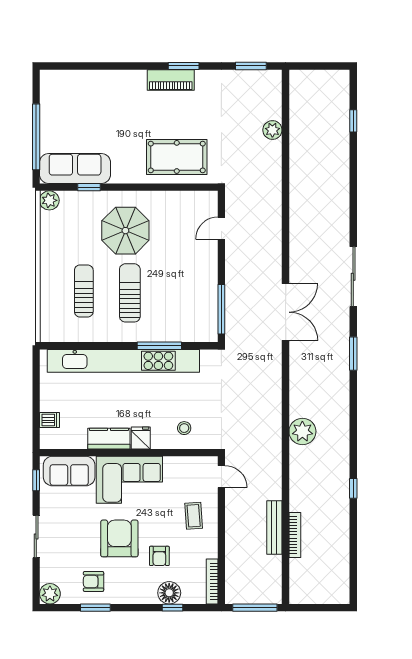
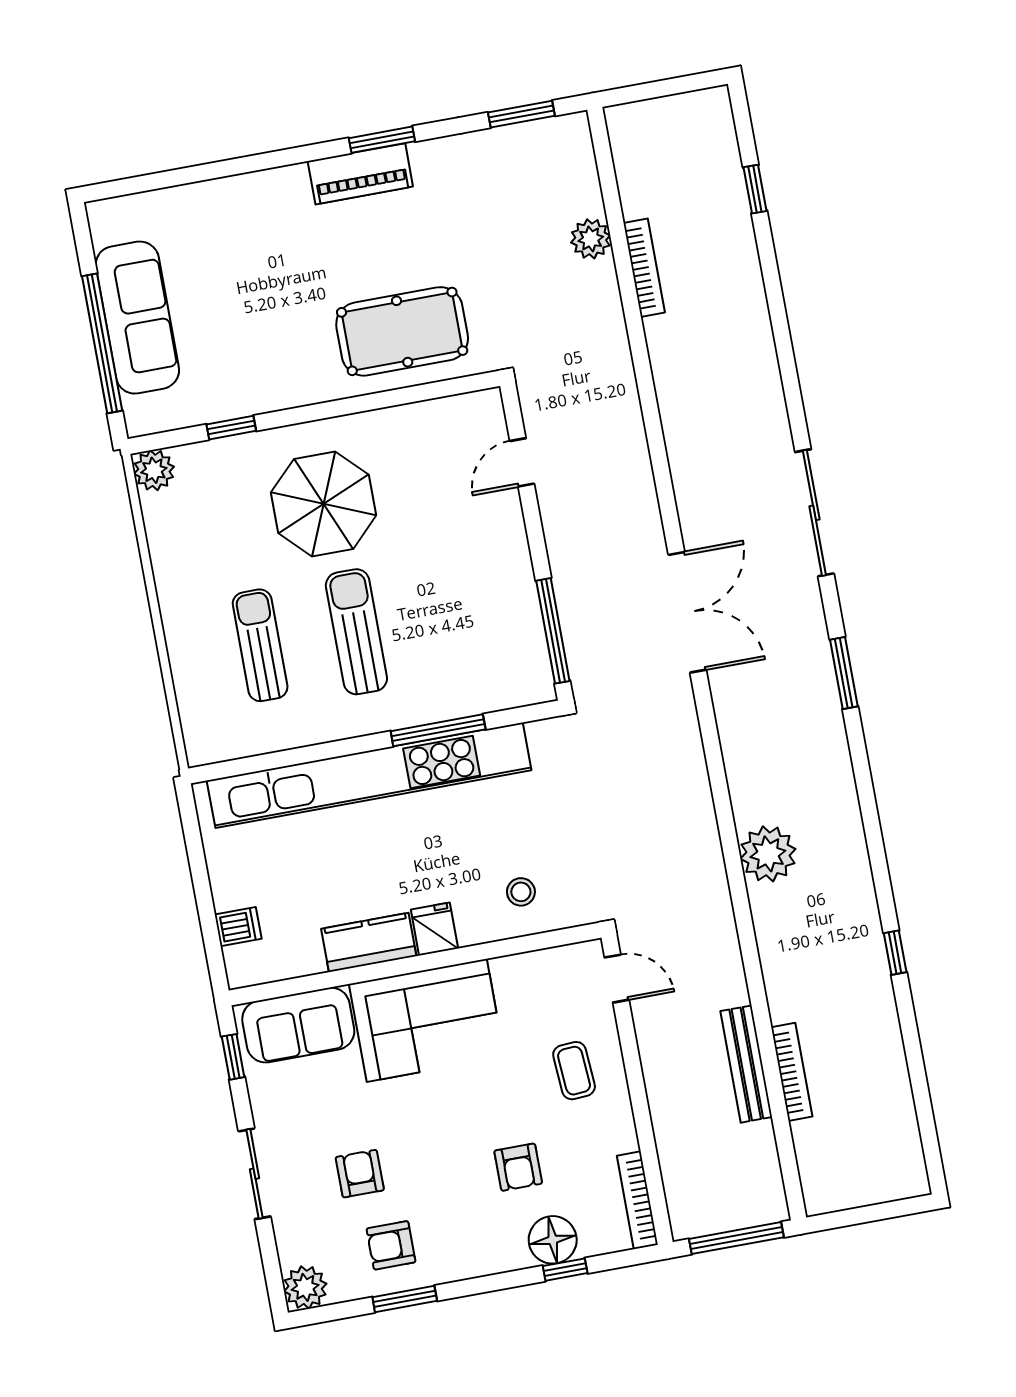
bookcase: (295, 148) -> (644, 268), added
sofa: (75, 169) -> (137, 318), moved, turned 90
armchair: (119, 538) -> (360, 1174), moved, width x0.53, depth x0.53

